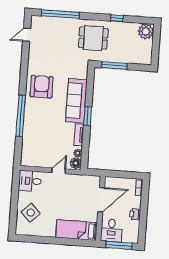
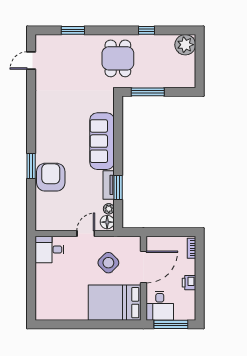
window: (60, 14) -> (73, 30), width x0.47
dining table: (93, 38) -> (118, 58), turned 90
armchair: (42, 87) -> (51, 177), moved
window: (21, 116) -> (31, 166), width x0.47
window: (88, 116) -> (118, 188), moved
side table: (31, 213) -> (108, 263), moved
bed: (77, 230) -> (115, 303), width x1.50

